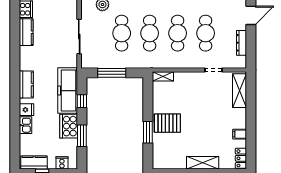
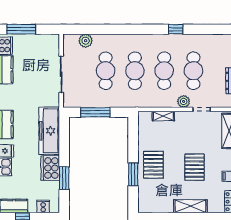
plant: (196, 63) -> (184, 101), added
shelving: (163, 76) -> (163, 116), moved
window: (82, 101) -> (64, 142), removed
pallet: (167, 123) -> (153, 165), turned 90
pallet: (207, 125) -> (194, 167), added

